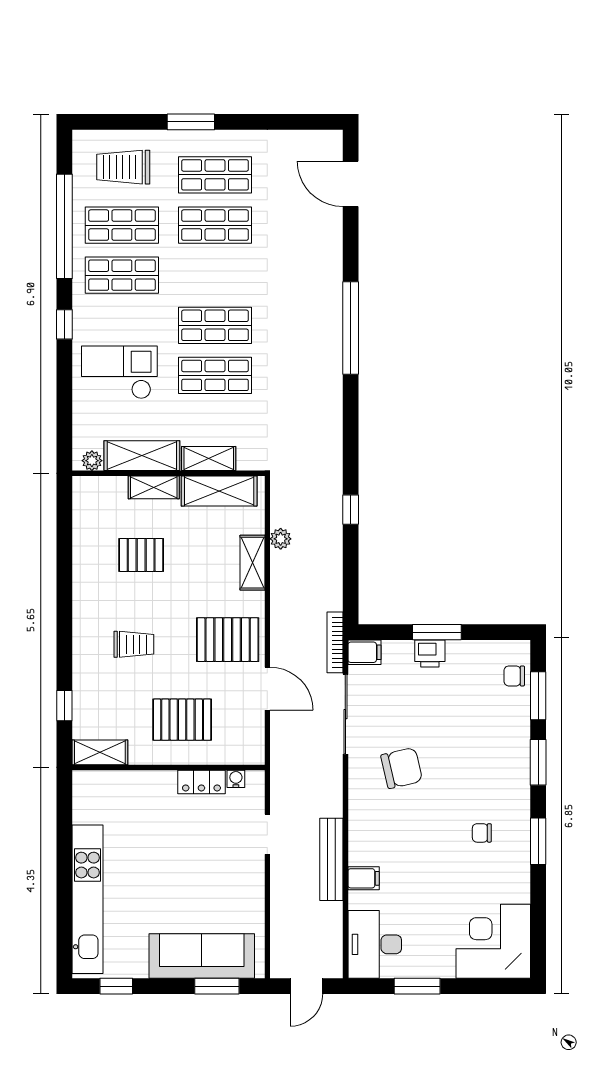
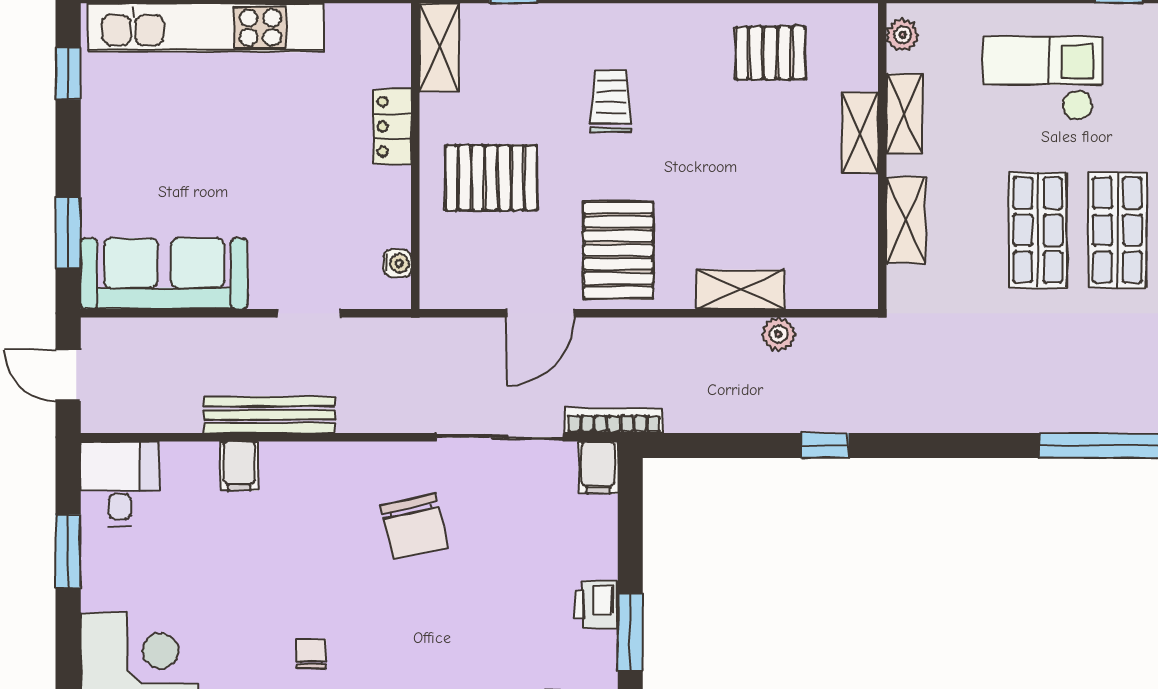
checkout: (119, 372) -> (1043, 78), turned -90
shelving: (142, 456) -> (904, 114), width x0.67, depth x0.75
shelving: (219, 491) -> (854, 237), removed
pallet: (141, 555) -> (770, 53), moved, turned 90
window: (437, 632) -> (630, 632), moved
trolley: (134, 644) -> (611, 101), turned 180
printer: (430, 654) -> (596, 605), moved
pallet: (182, 720) -> (491, 178), turned 90
locker: (201, 782) -> (392, 127), moved
desk: (375, 944) -> (120, 484), width x0.73
sofa: (202, 956) -> (164, 274), moved, turned -90

